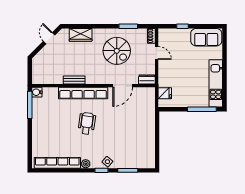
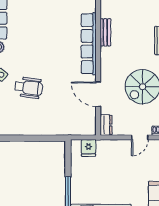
wheelchair: (87, 123) -> (29, 88), moved

